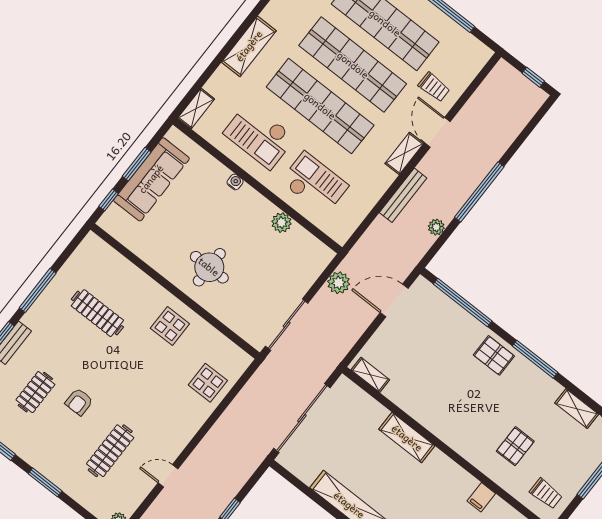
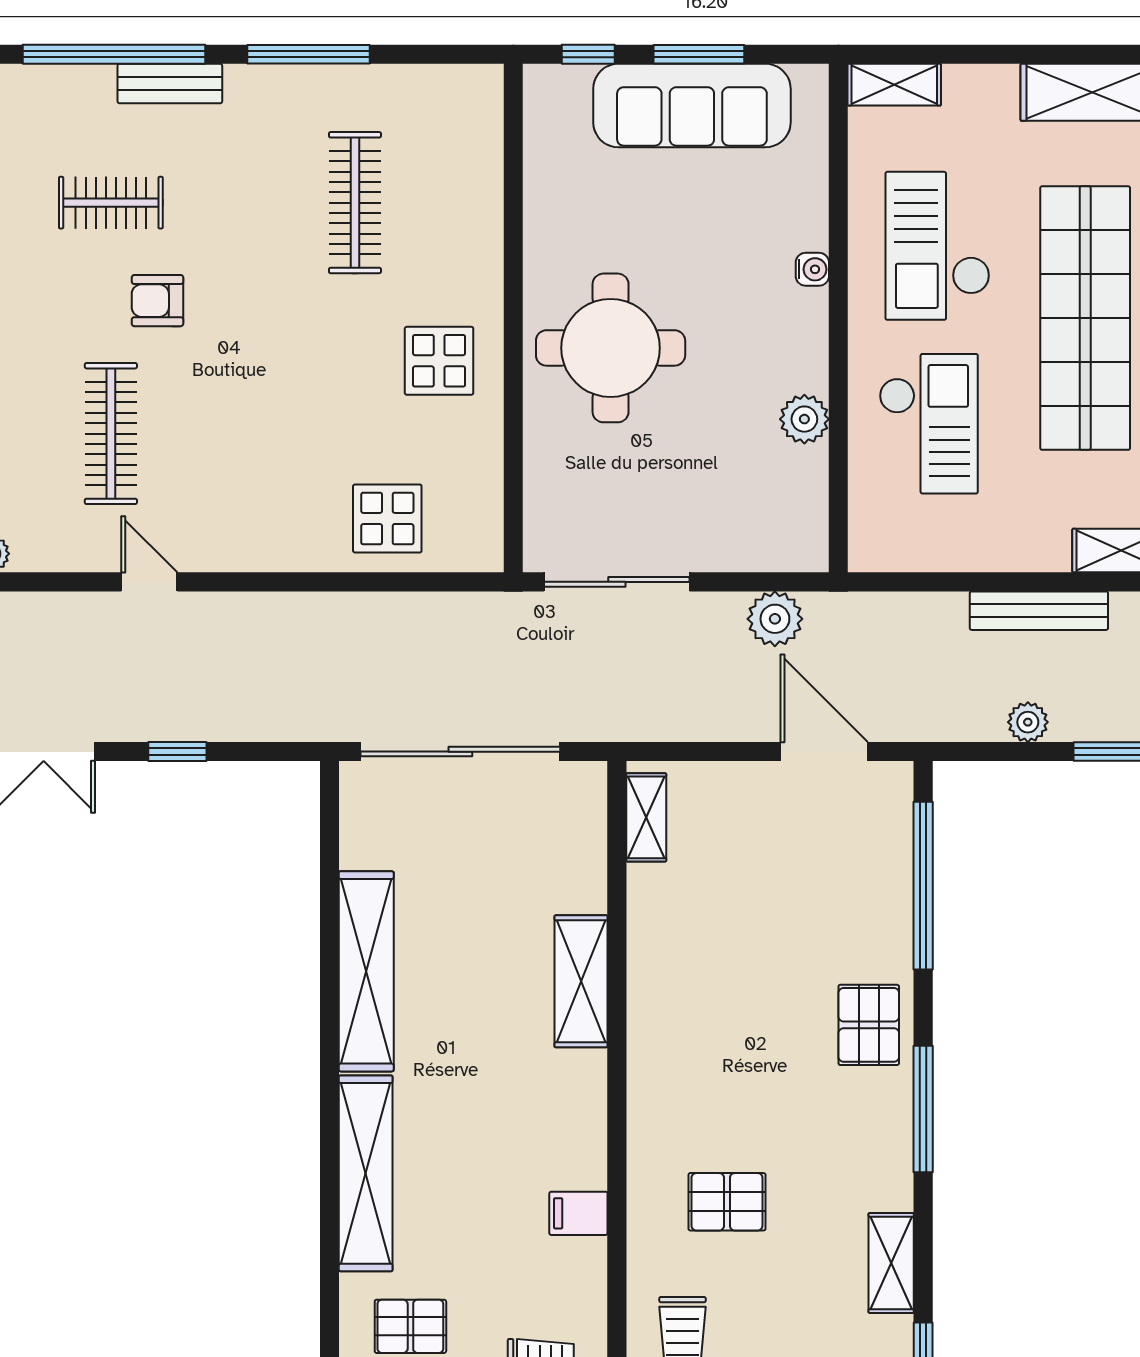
round table: (209, 267) -> (611, 348), width x1.36, depth x1.36
clothes rail: (110, 451) -> (111, 434), turned 90

